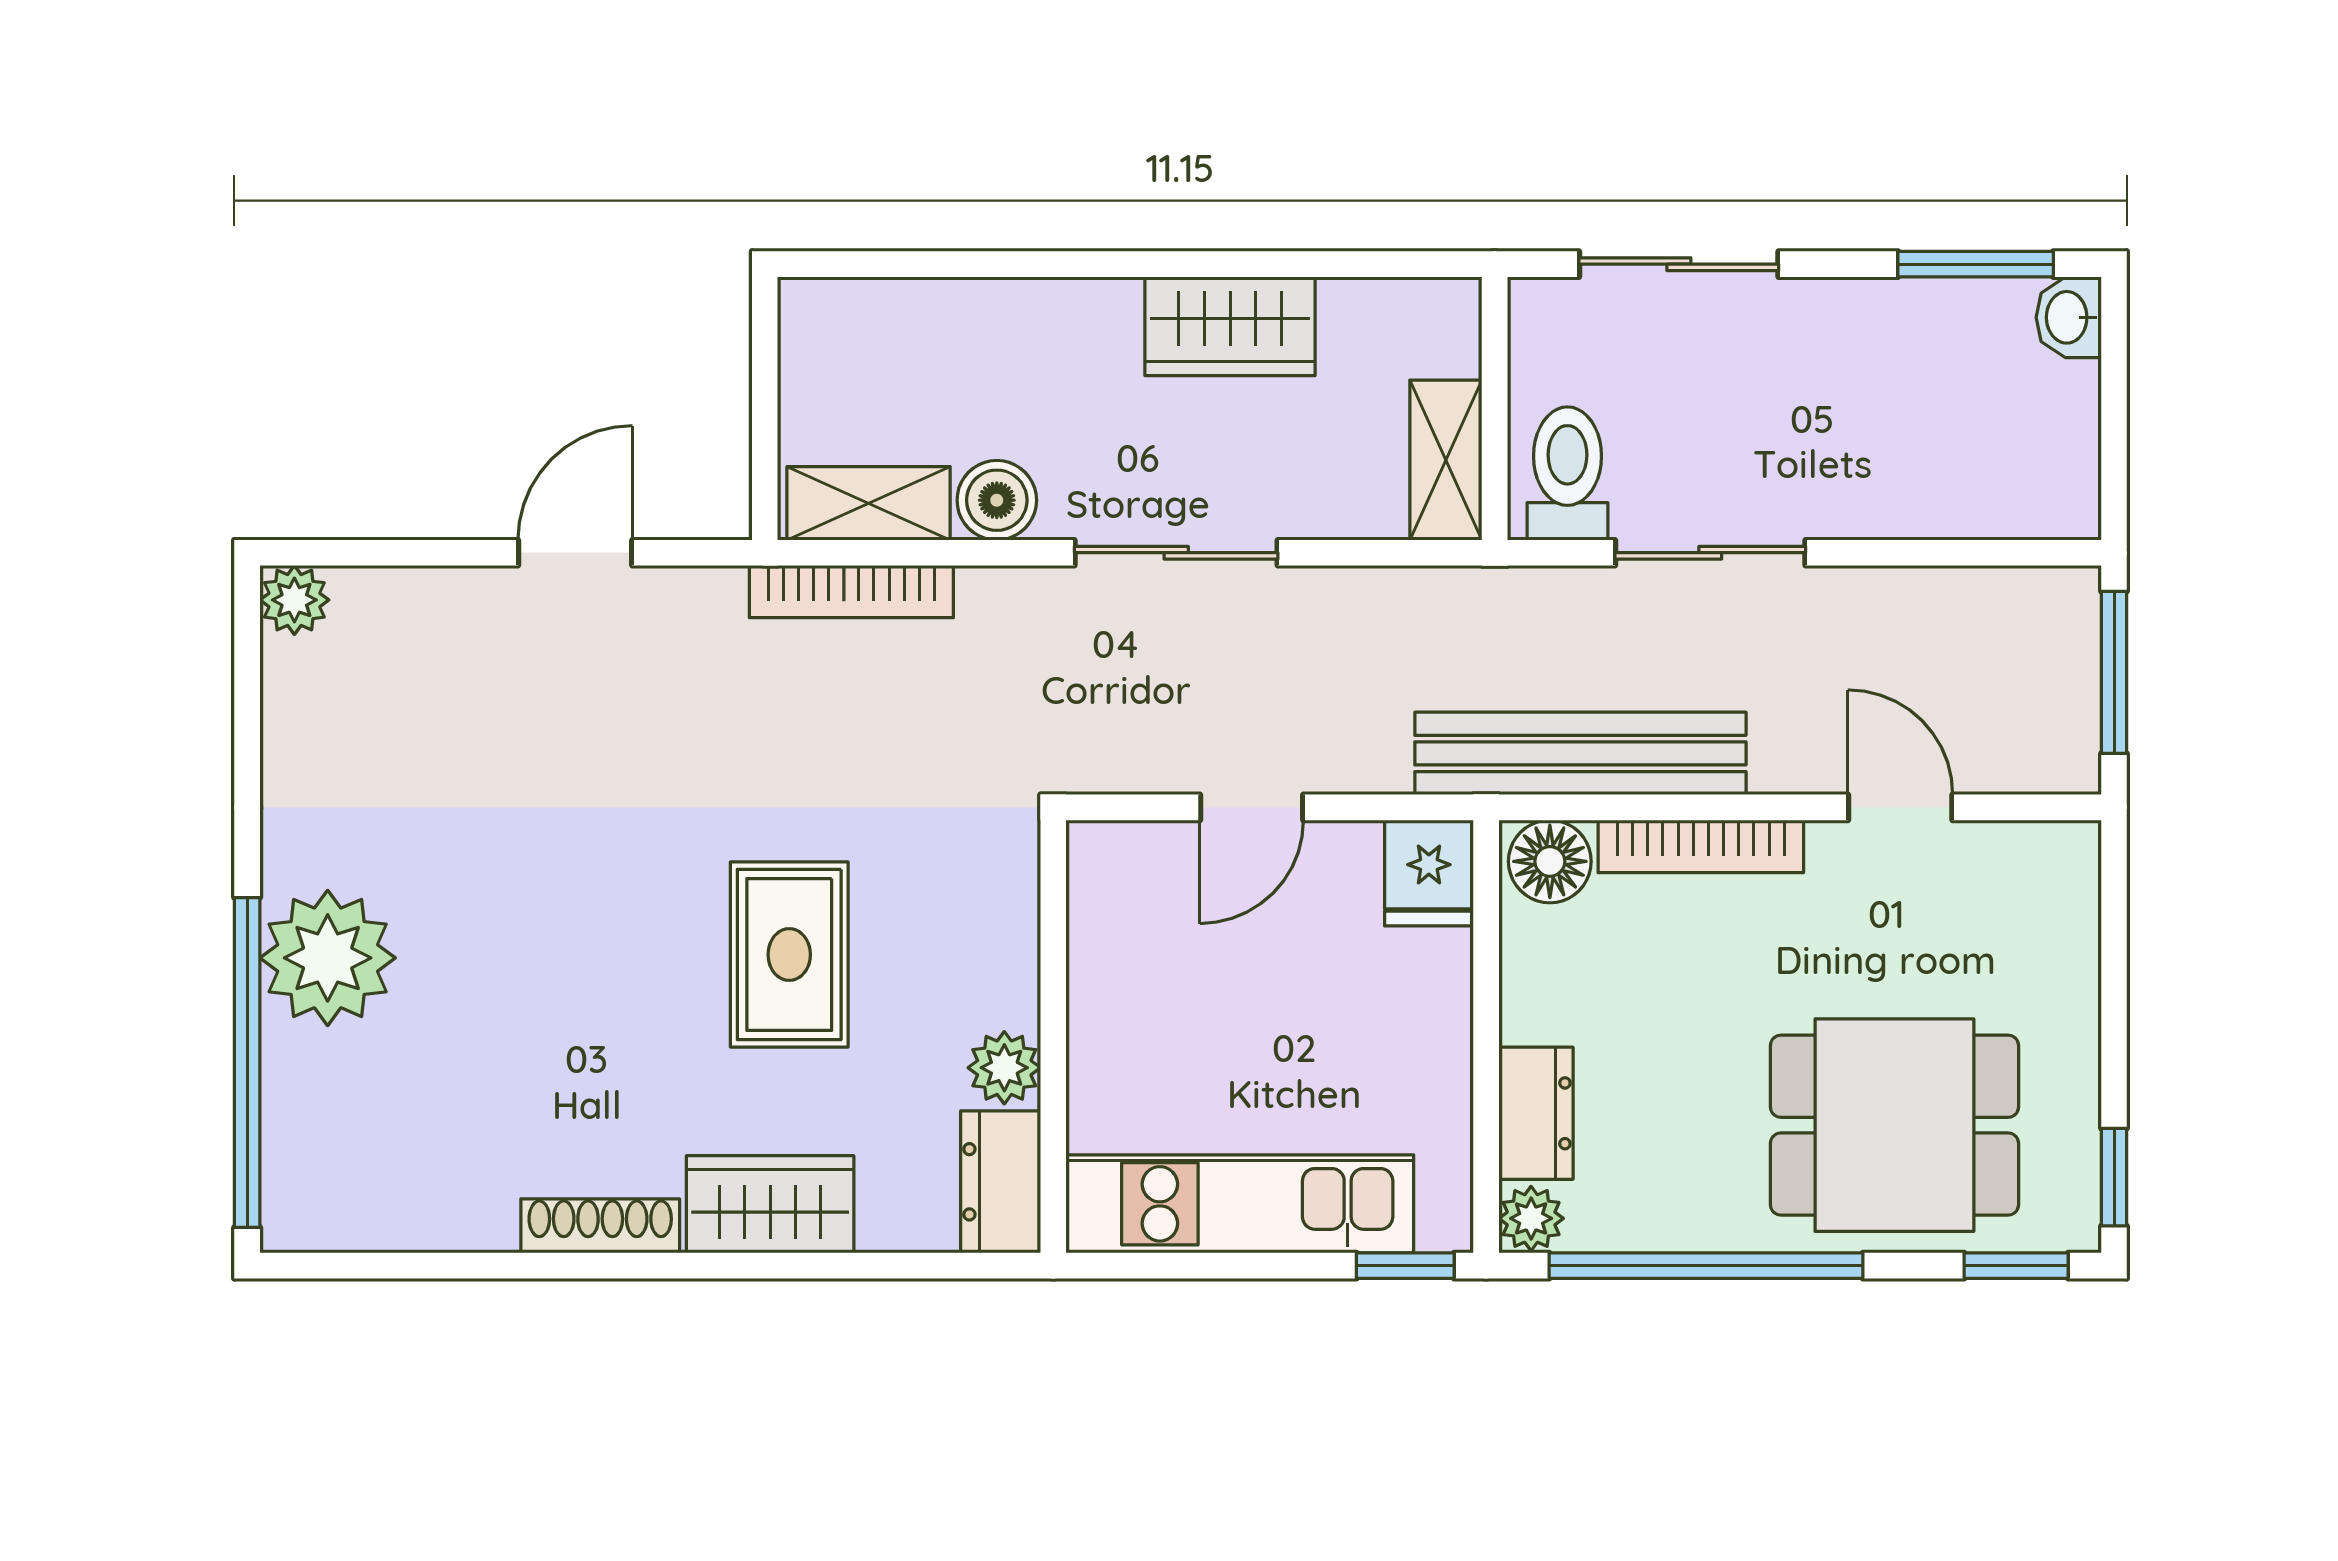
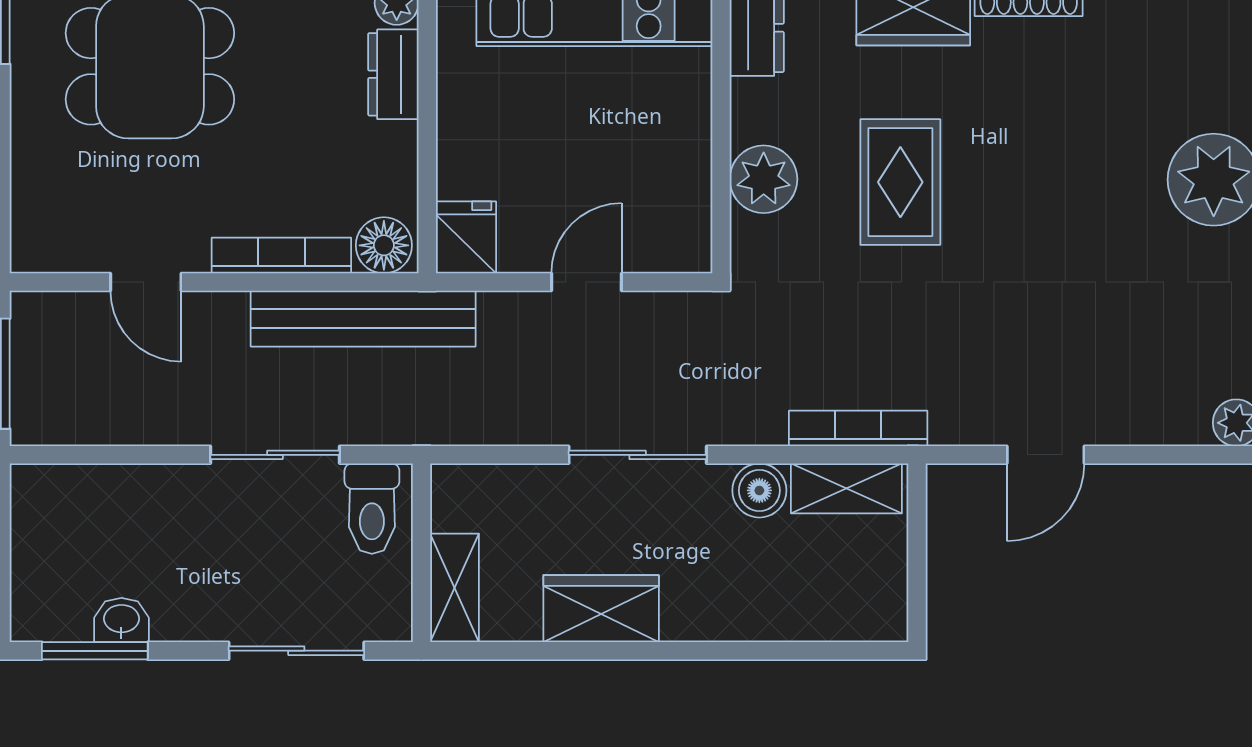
washbasin: (2069, 317) -> (121, 620), moved, turned -90
shelving: (1446, 460) -> (455, 588), moved
plant: (1004, 1068) -> (764, 179), moved, width x1.38, depth x1.38

